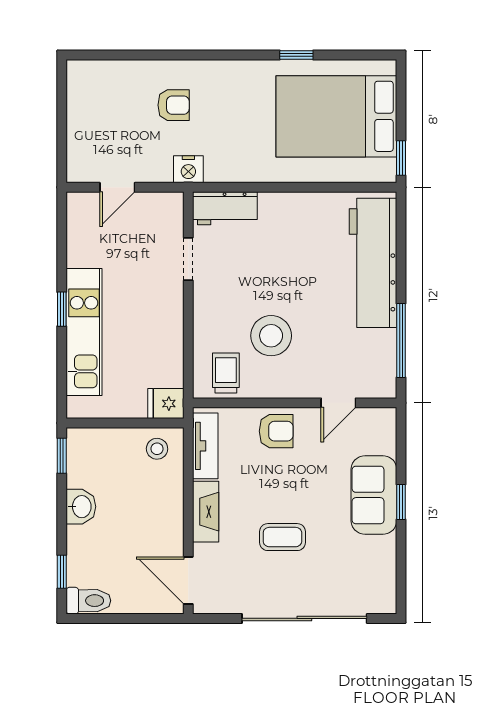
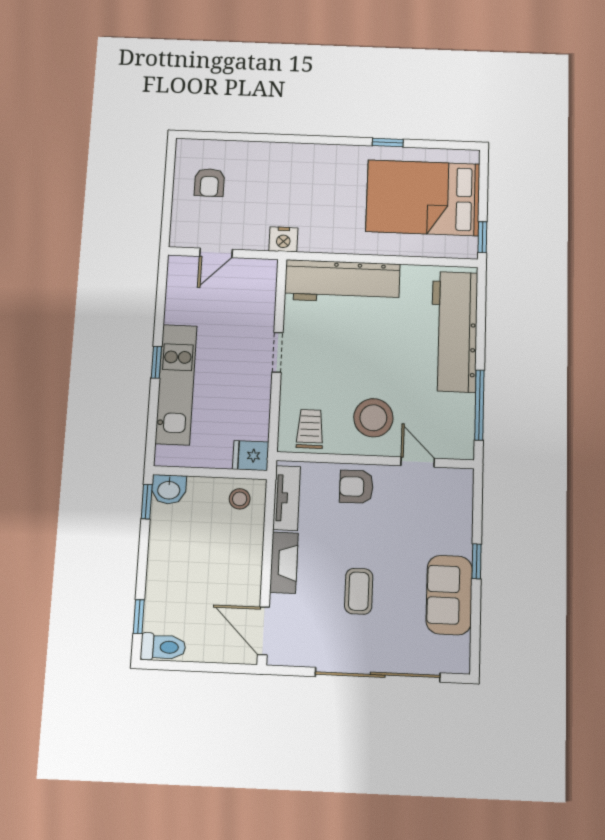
armchair: (174, 105) -> (209, 183), moved, turned 90
workbench: (225, 208) -> (342, 282), width x1.88, depth x1.32
doorway: (188, 259) -> (278, 352), moved
stool: (271, 336) -> (373, 418), moved
door: (338, 403) -> (418, 462), swing flipped
armchair: (276, 431) -> (356, 487), turned 180
sofa: (374, 495) -> (449, 595), moved
washbasin: (81, 507) -> (169, 489), moved, turned 90
coffee table: (282, 537) -> (359, 591), turned 90

